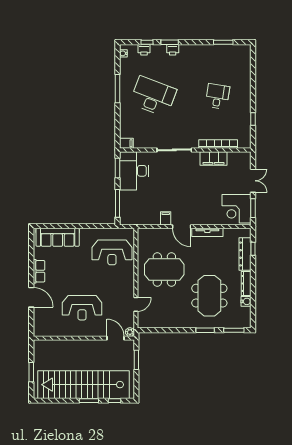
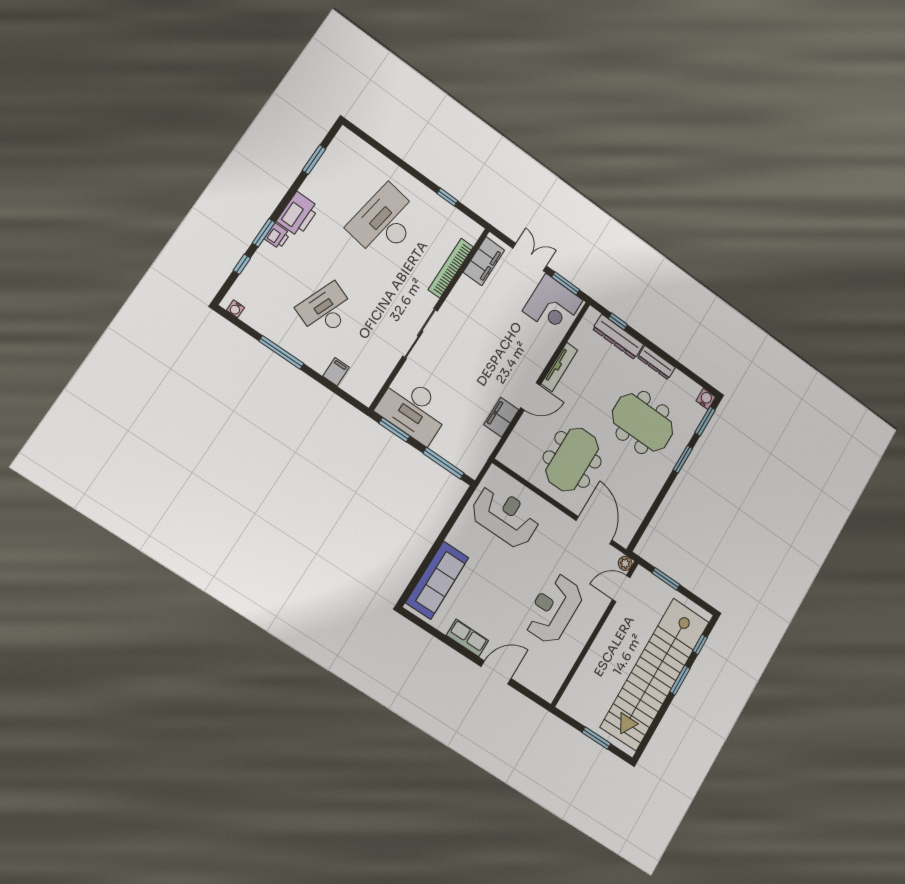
printer: (144, 50) -> (298, 214), moved, width x1.87, depth x1.48
desk: (153, 96) -> (326, 310), width x0.73, depth x0.77
desk: (217, 96) -> (385, 222), width x1.87, depth x1.30
filing cabinet: (126, 143) -> (336, 372), moved
filing cabinet: (214, 158) -> (484, 261), moved
filing cabinet: (166, 218) -> (501, 417), width x2.00
reception desk: (112, 252) -> (505, 516), turned -90
water cooler: (246, 301) -> (706, 399), moved
door: (136, 304) -> (594, 530), width x1.88
reception desk: (82, 308) -> (554, 609), turned 180

